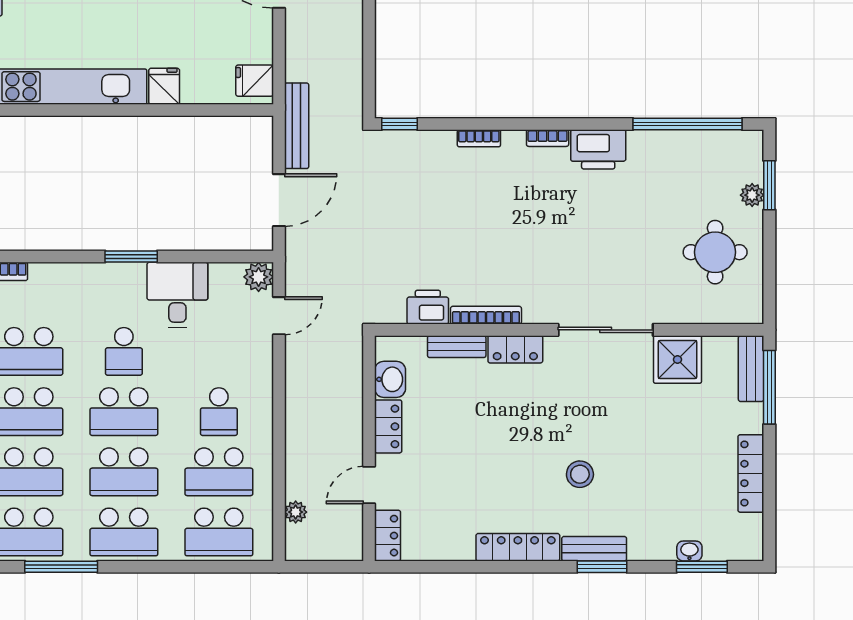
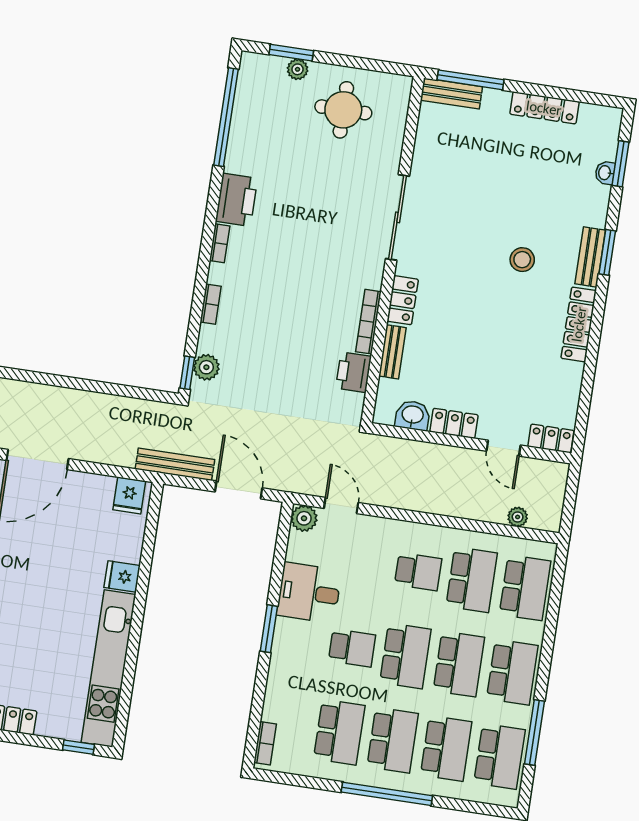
plant: (409, 144) -> (206, 367), added
shower: (678, 359) -> (433, 158), removed

